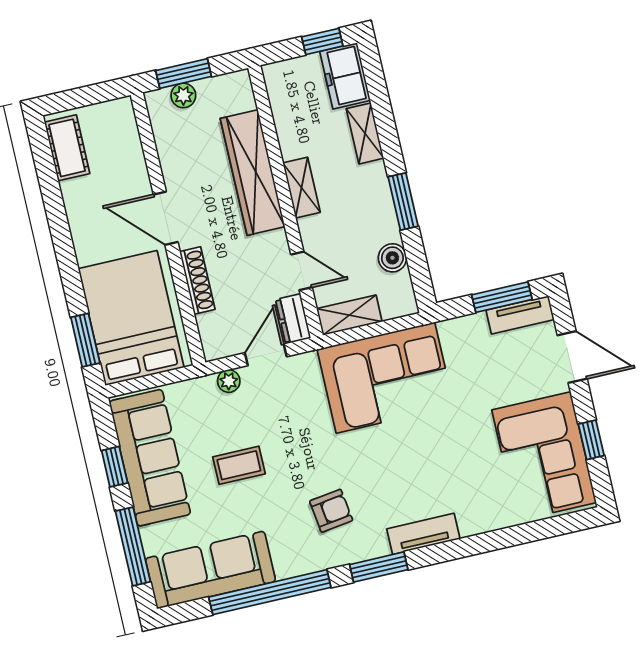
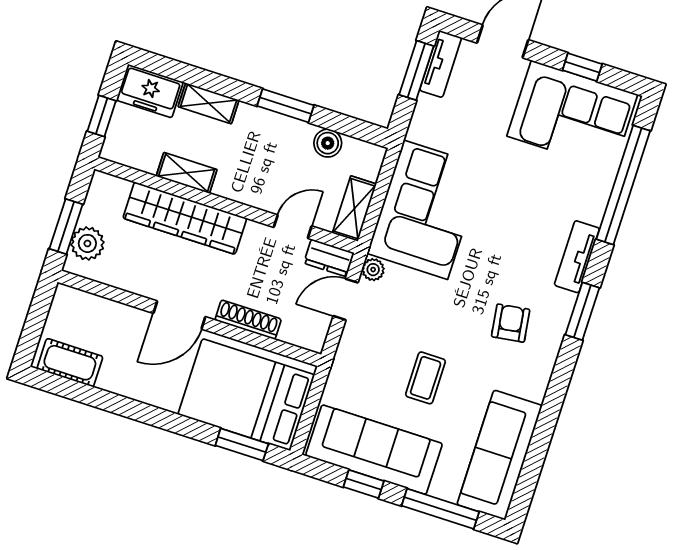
window: (322, 41) -> (102, 116), moved
plant: (183, 95) -> (87, 243), width x1.38, depth x1.38
shelving: (302, 188) -> (187, 173), moved
door: (266, 355) -> (346, 299), hinge flipped
plant: (229, 381) -> (373, 270), moved
window: (270, 592) -> (623, 185), moved

